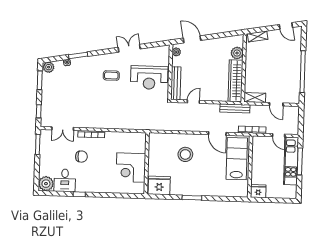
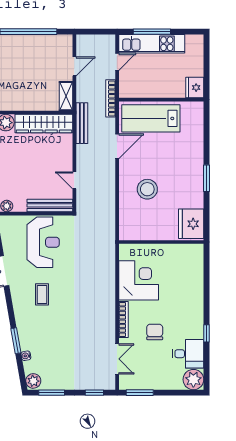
corner desk: (131, 168) -> (139, 280), moved, turned -90

